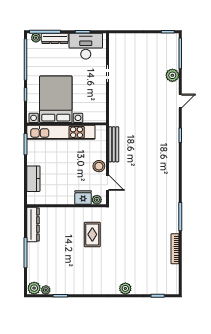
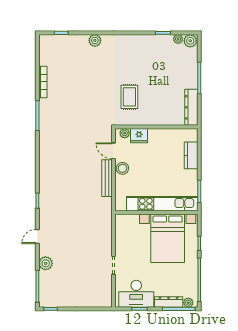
bench: (114, 144) -> (107, 178), moved

